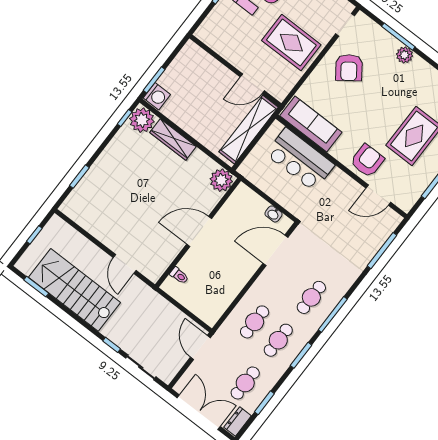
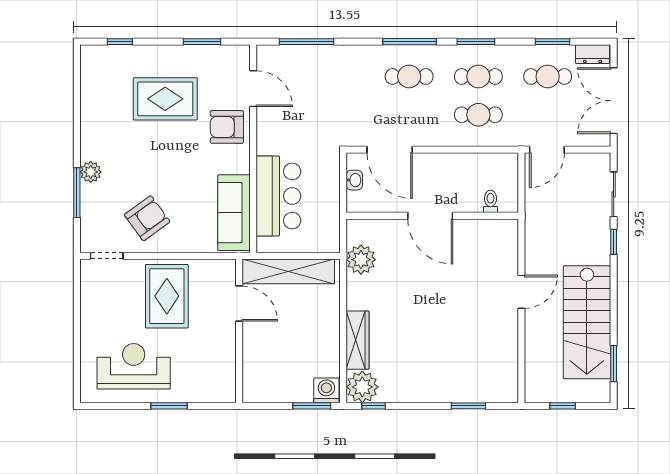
door: (199, 231) -> (430, 216), moved
wall: (198, 233) -> (432, 216), moved
toilet: (179, 276) -> (490, 201), moved

